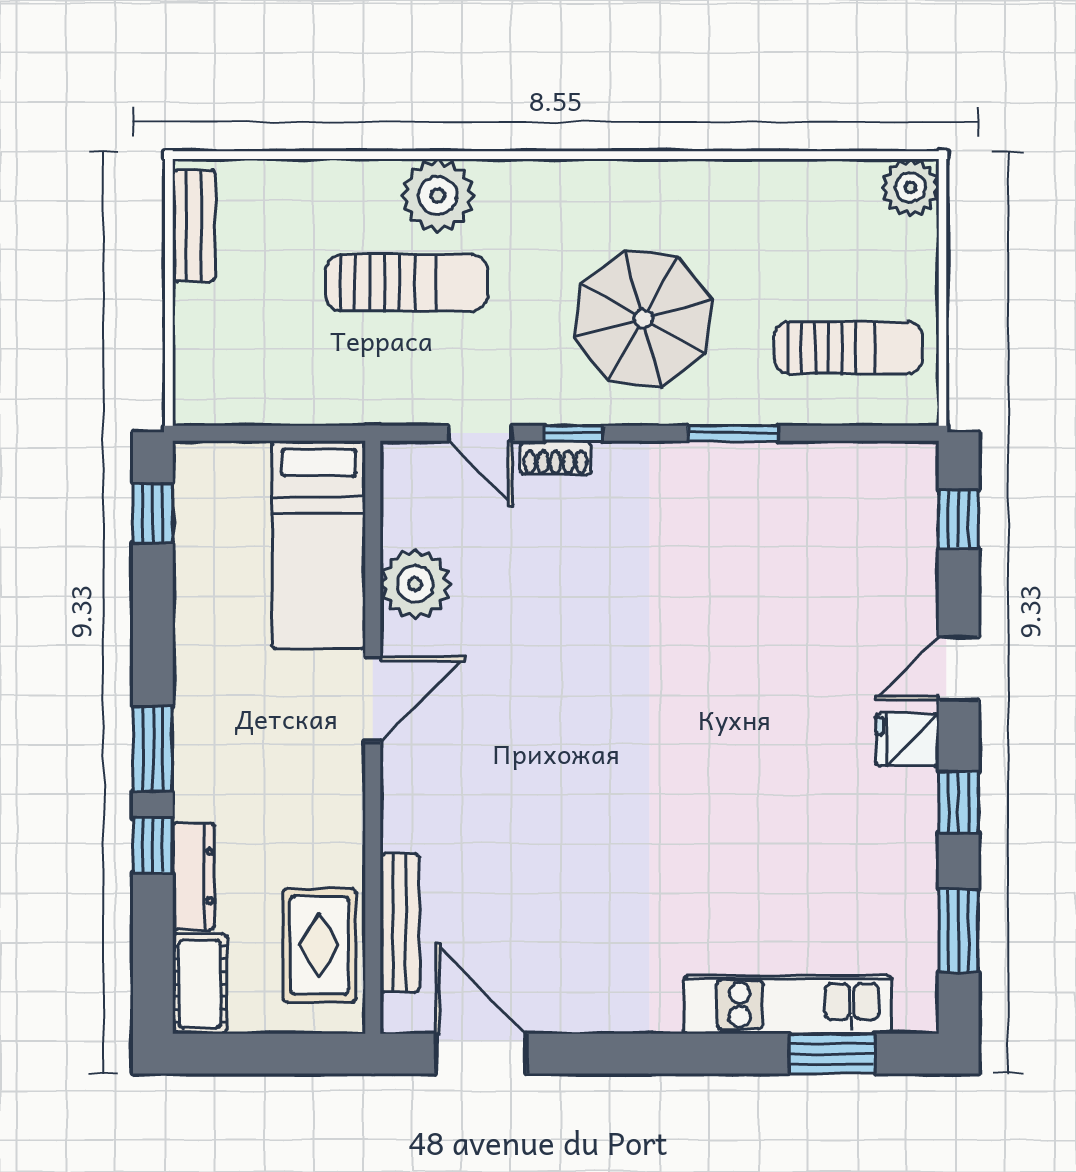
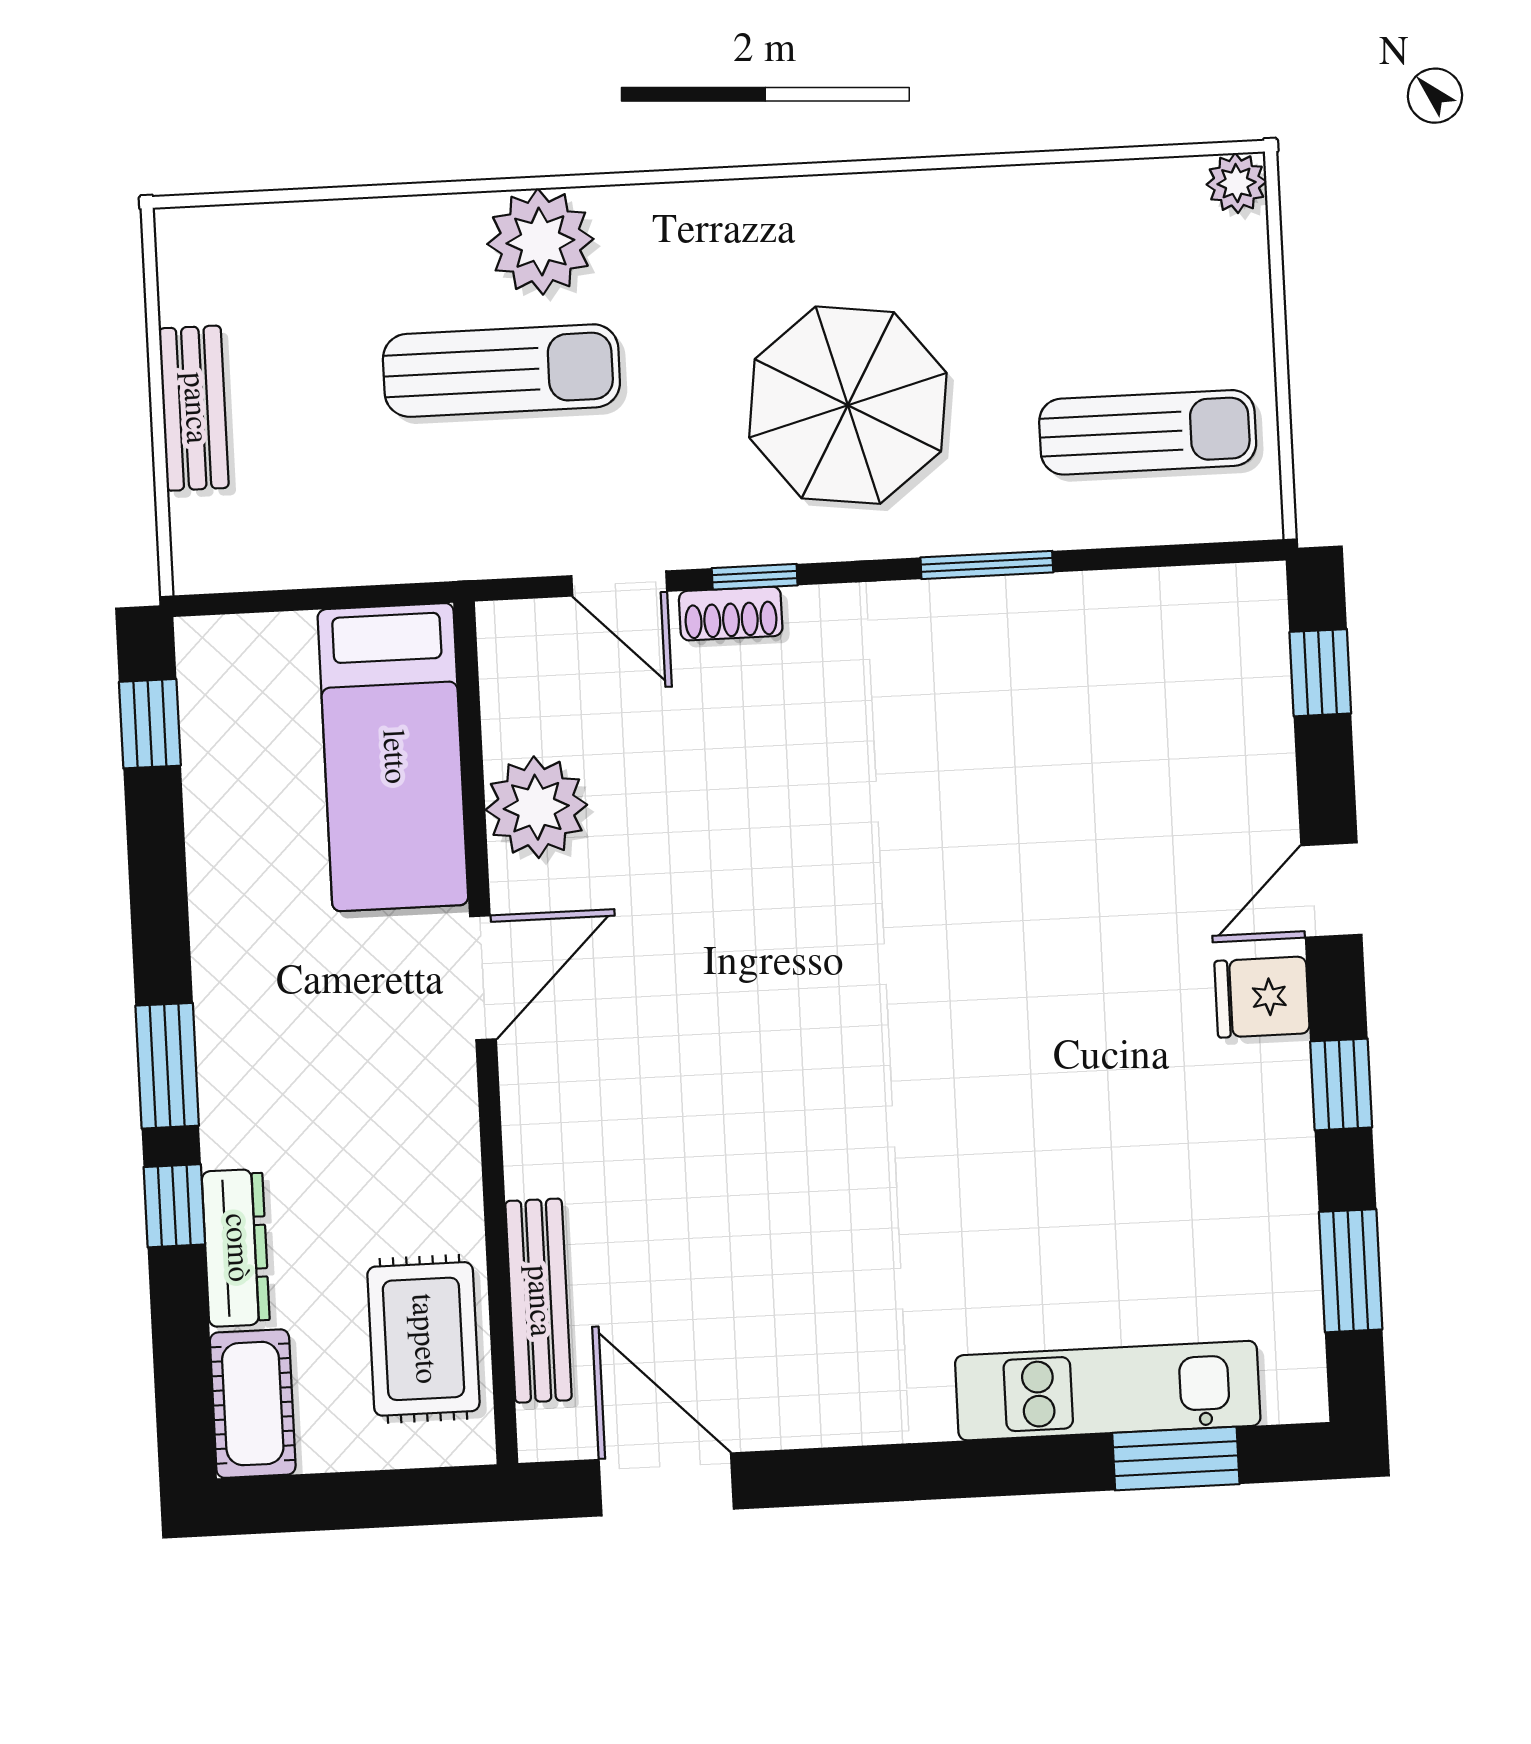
plant: (910, 187) -> (1237, 183), width x0.73, depth x0.73
bench: (194, 226) -> (194, 408), moved

